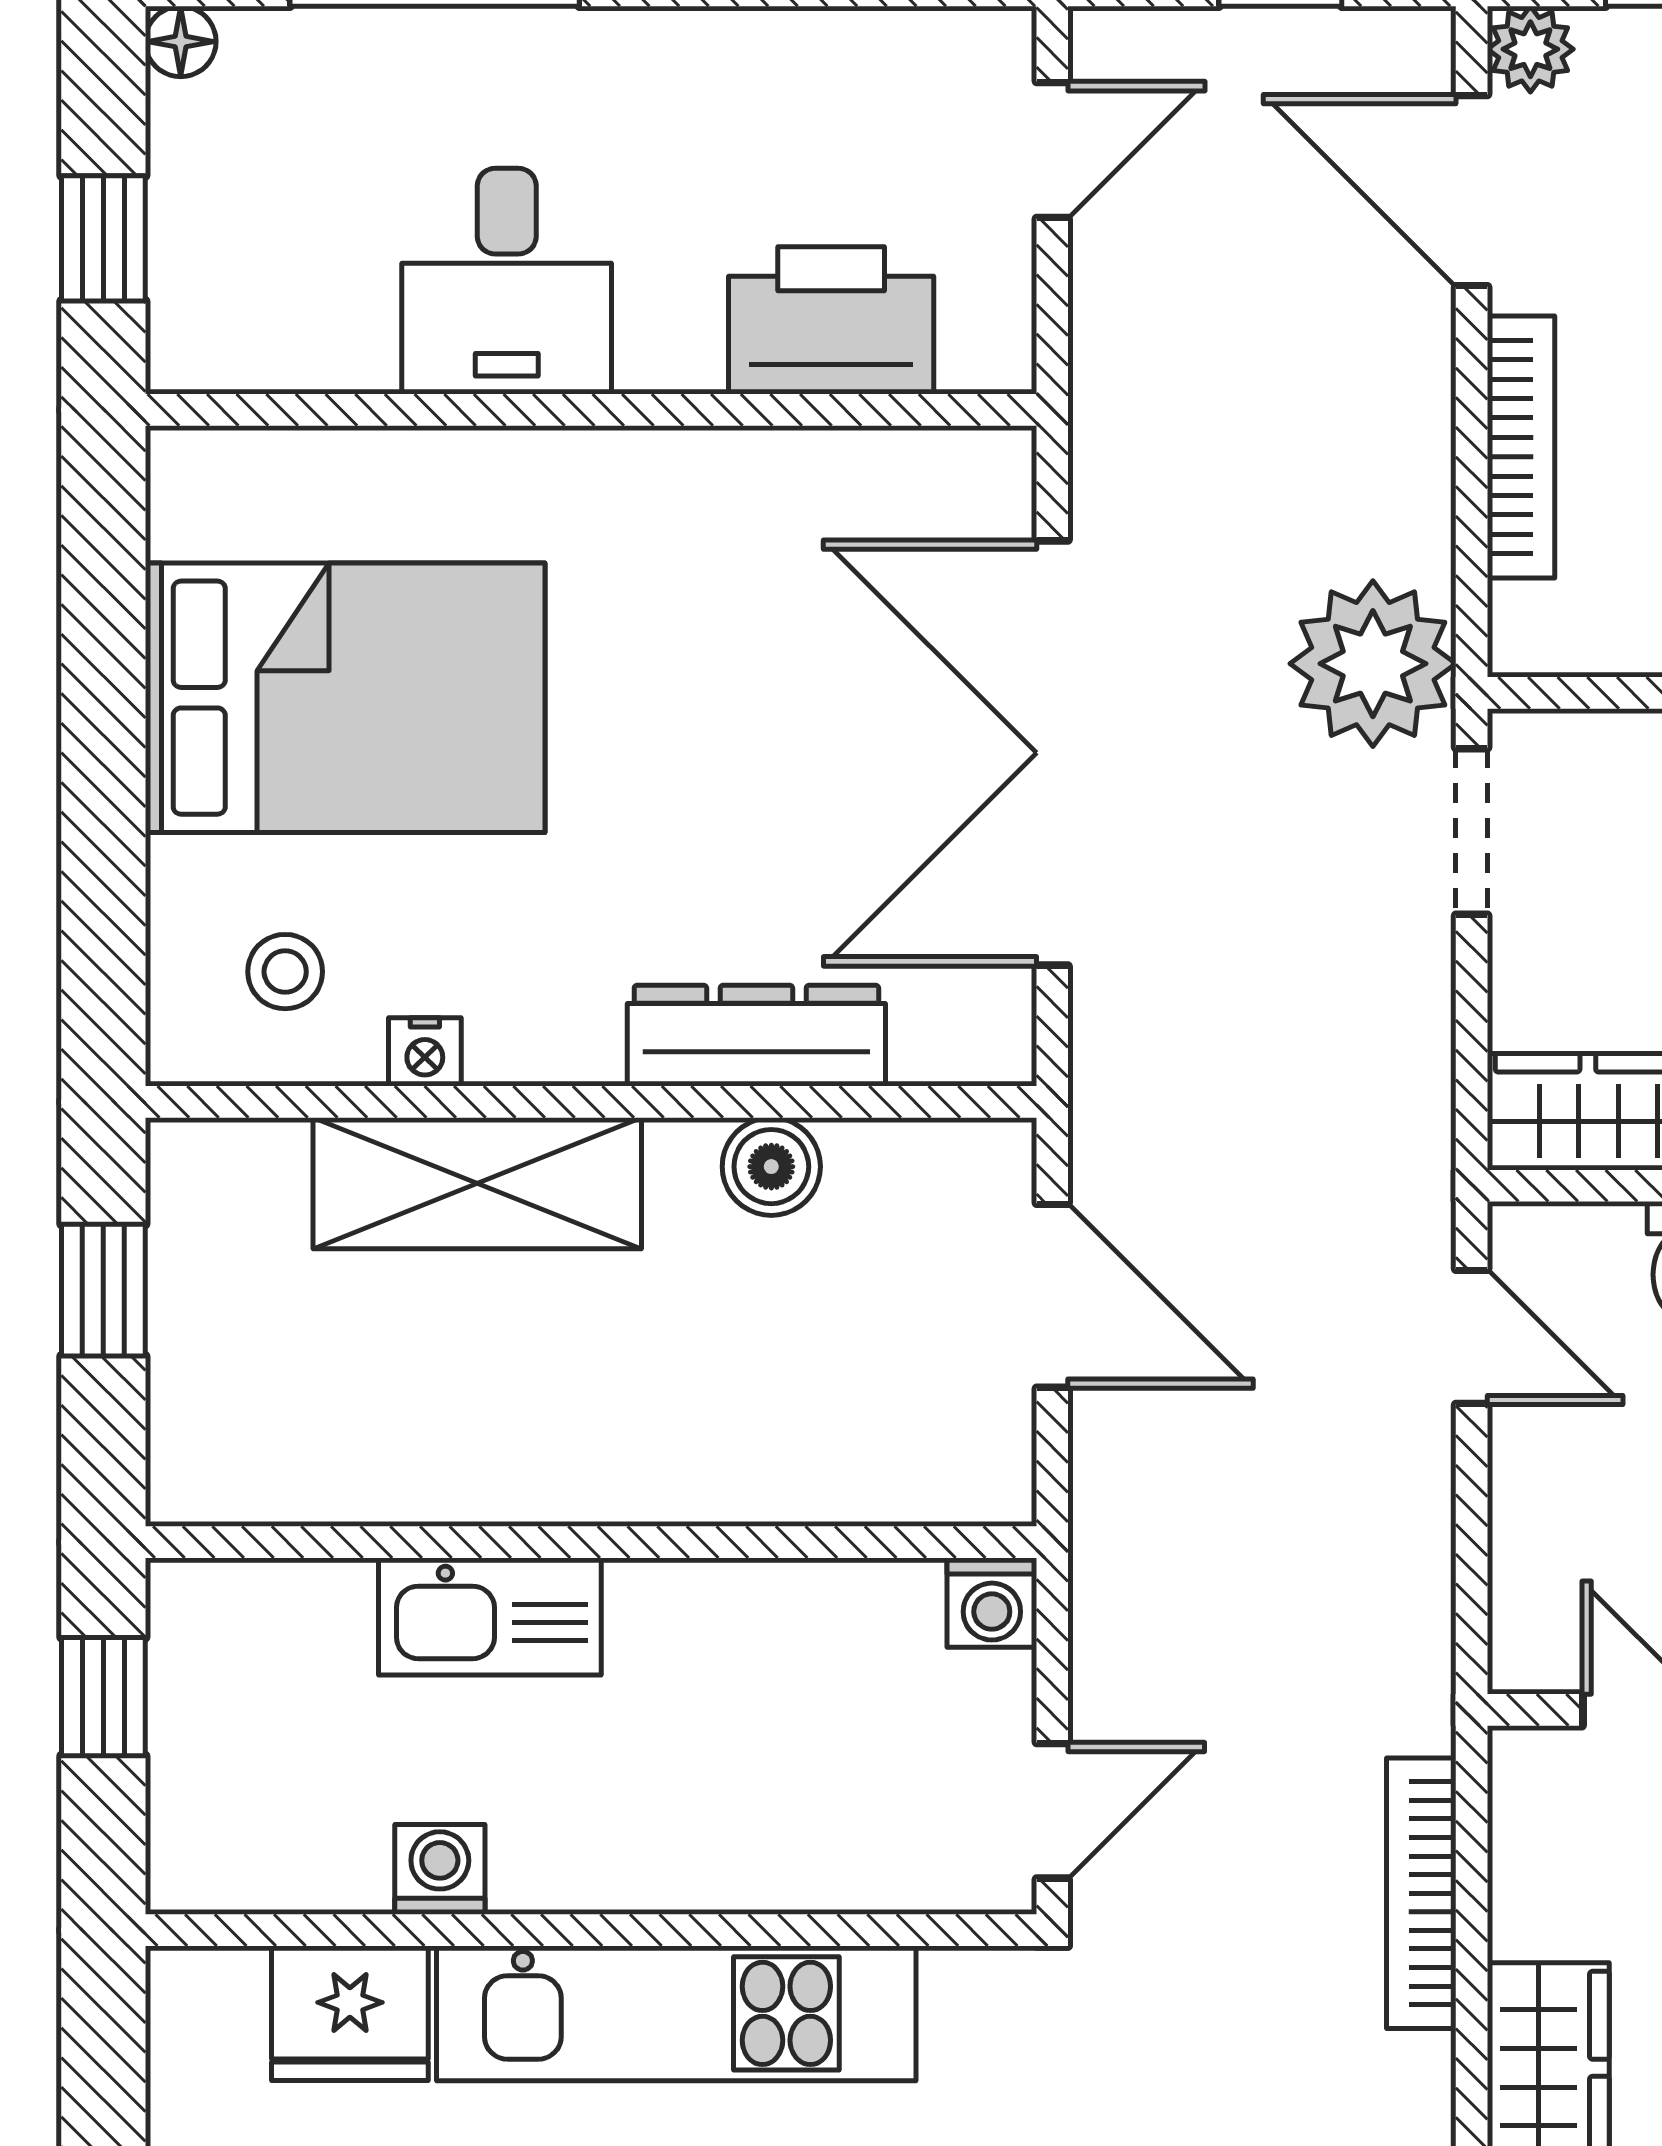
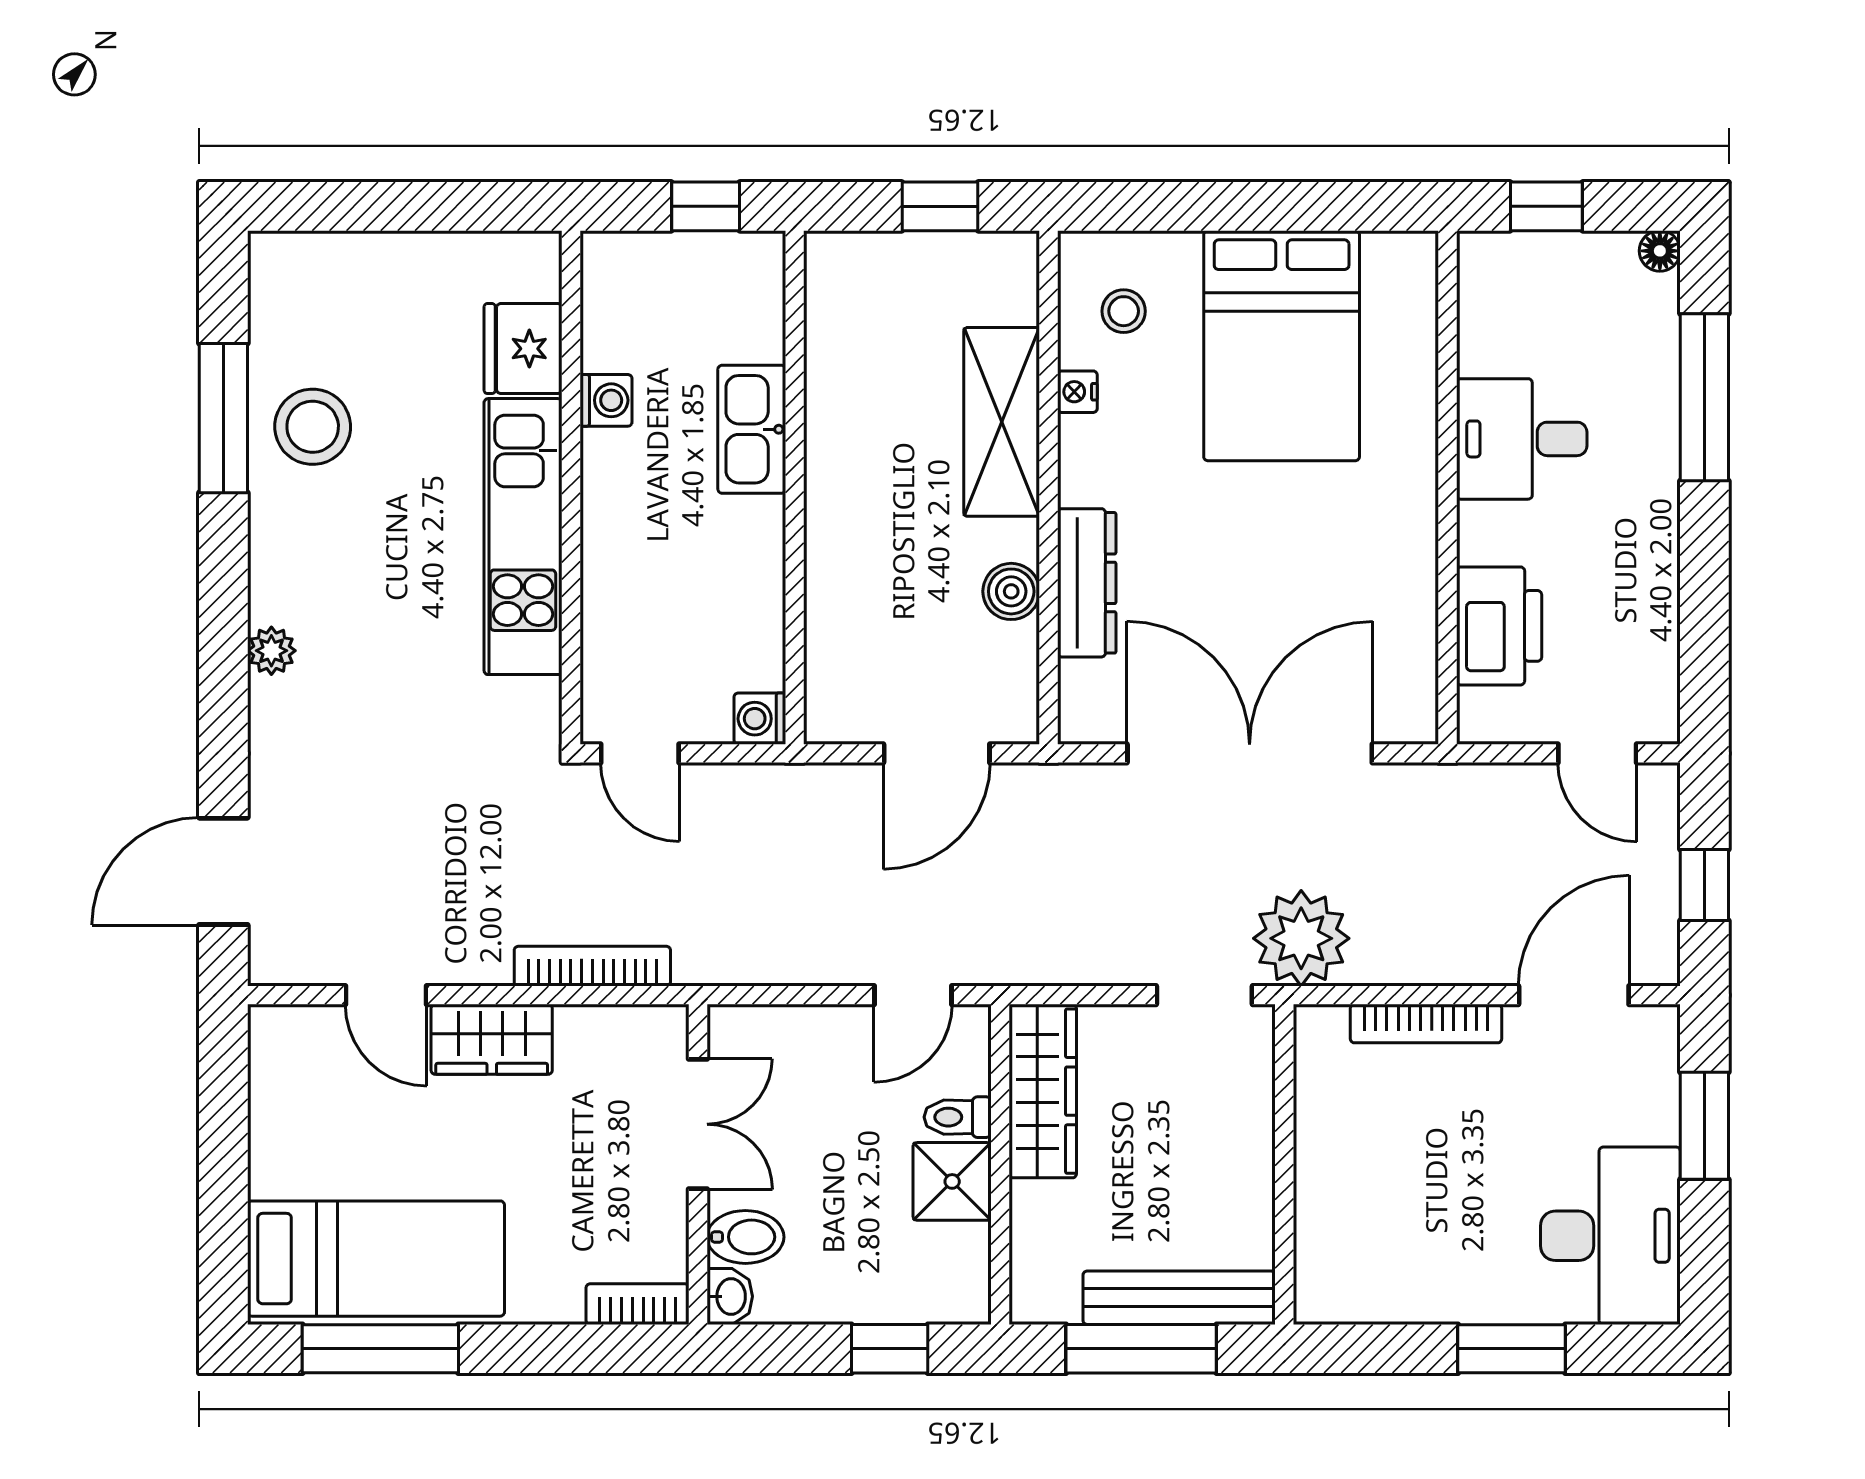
plant: (1530, 49) -> (1655, 1029), removed

